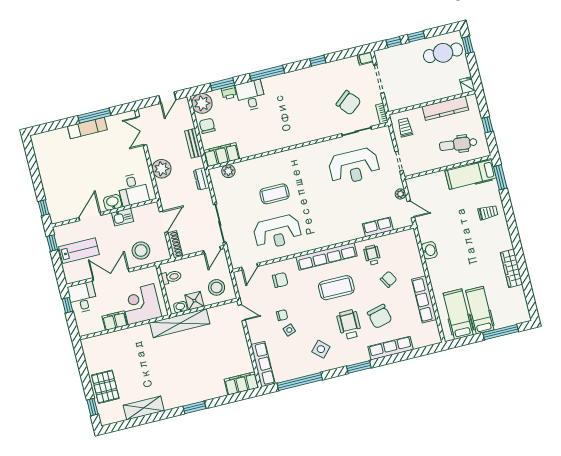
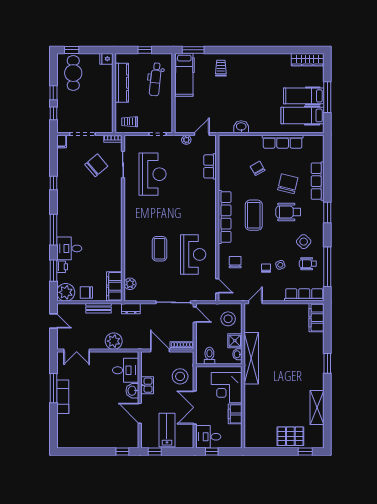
wheelchair: (372, 255) -> (308, 264), moved
wardrobe: (511, 268) -> (308, 60), moved
chair: (380, 316) -> (288, 184), turned -62
window: (501, 332) -> (327, 97), moved

